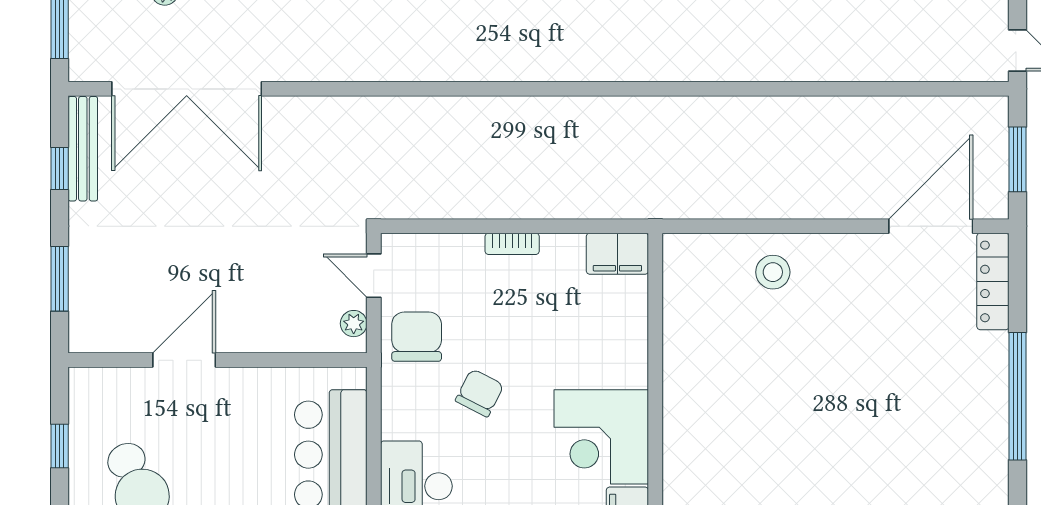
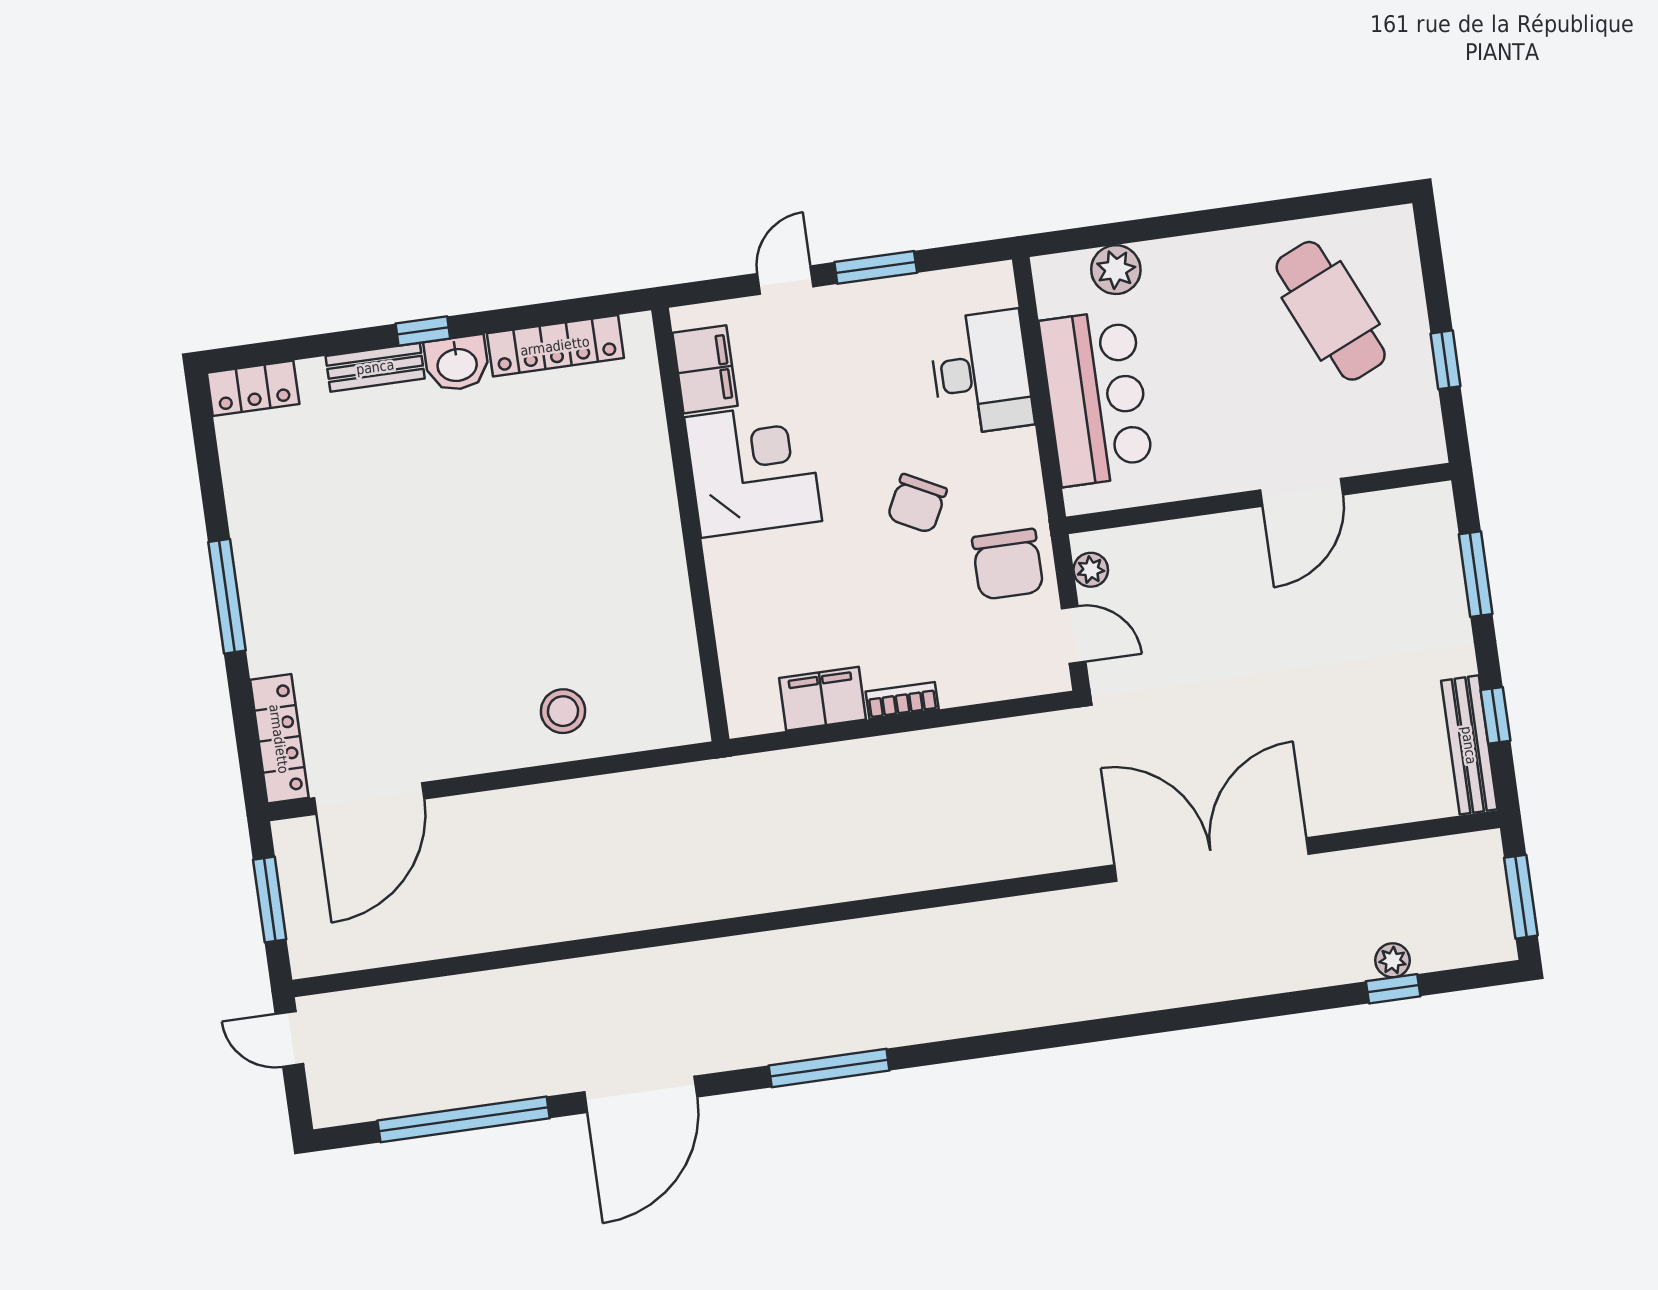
double door: (187, 89) -> (1212, 859), moved
filing cabinet: (617, 254) -> (823, 699), moved
window: (1018, 396) -> (227, 596), width x0.68

